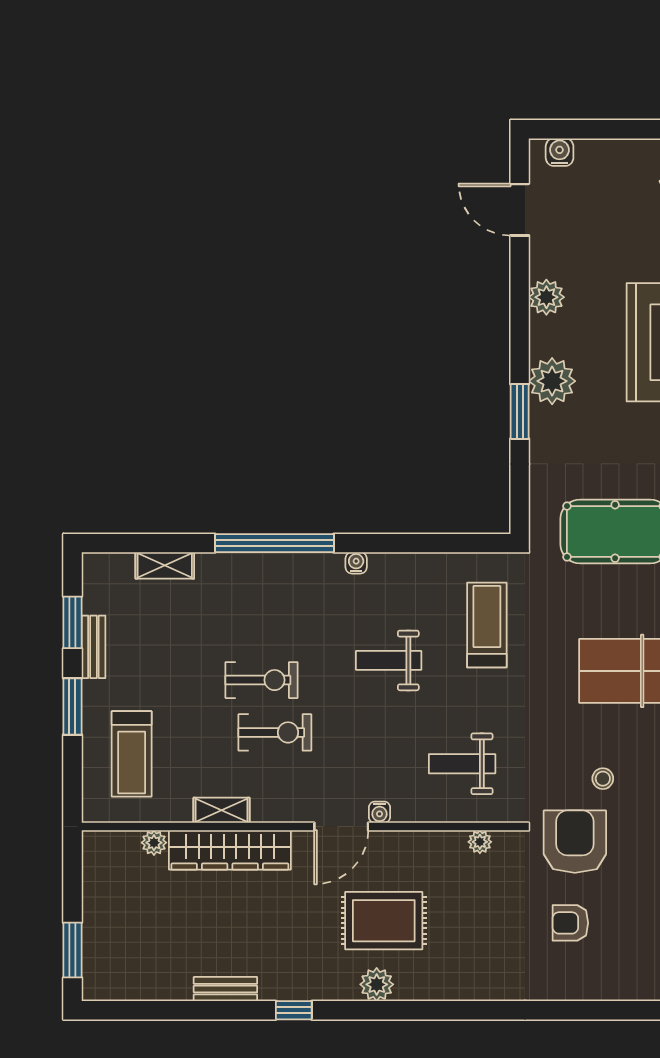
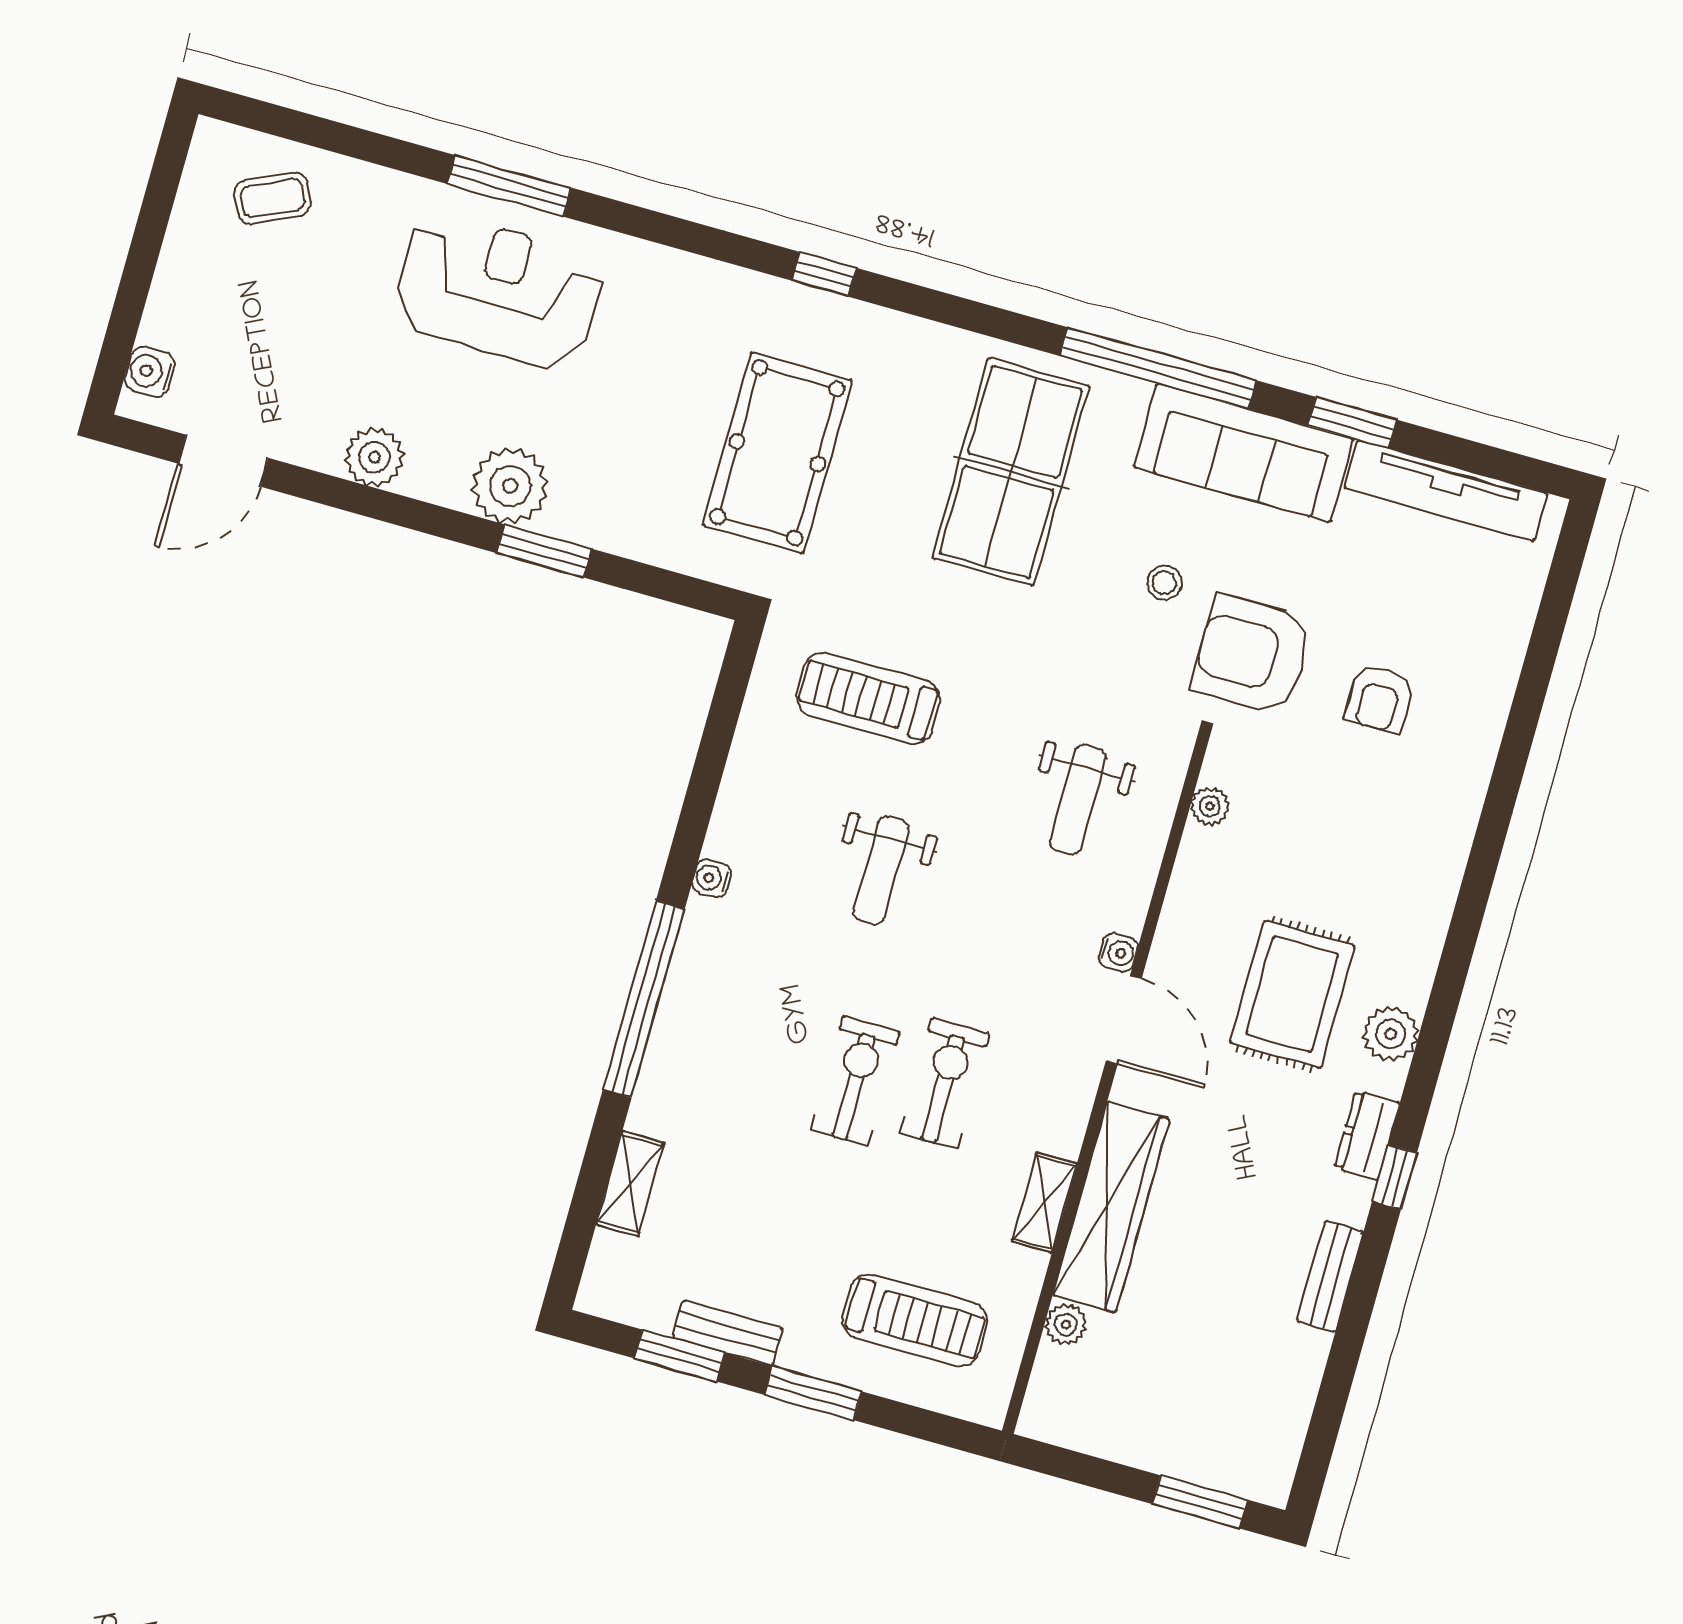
dresser: (314, 987) -> (1367, 1135), added

